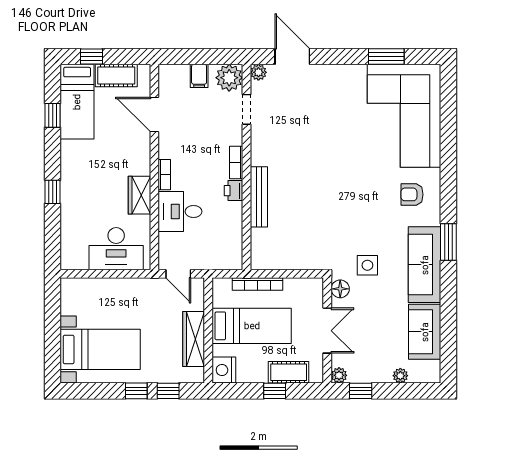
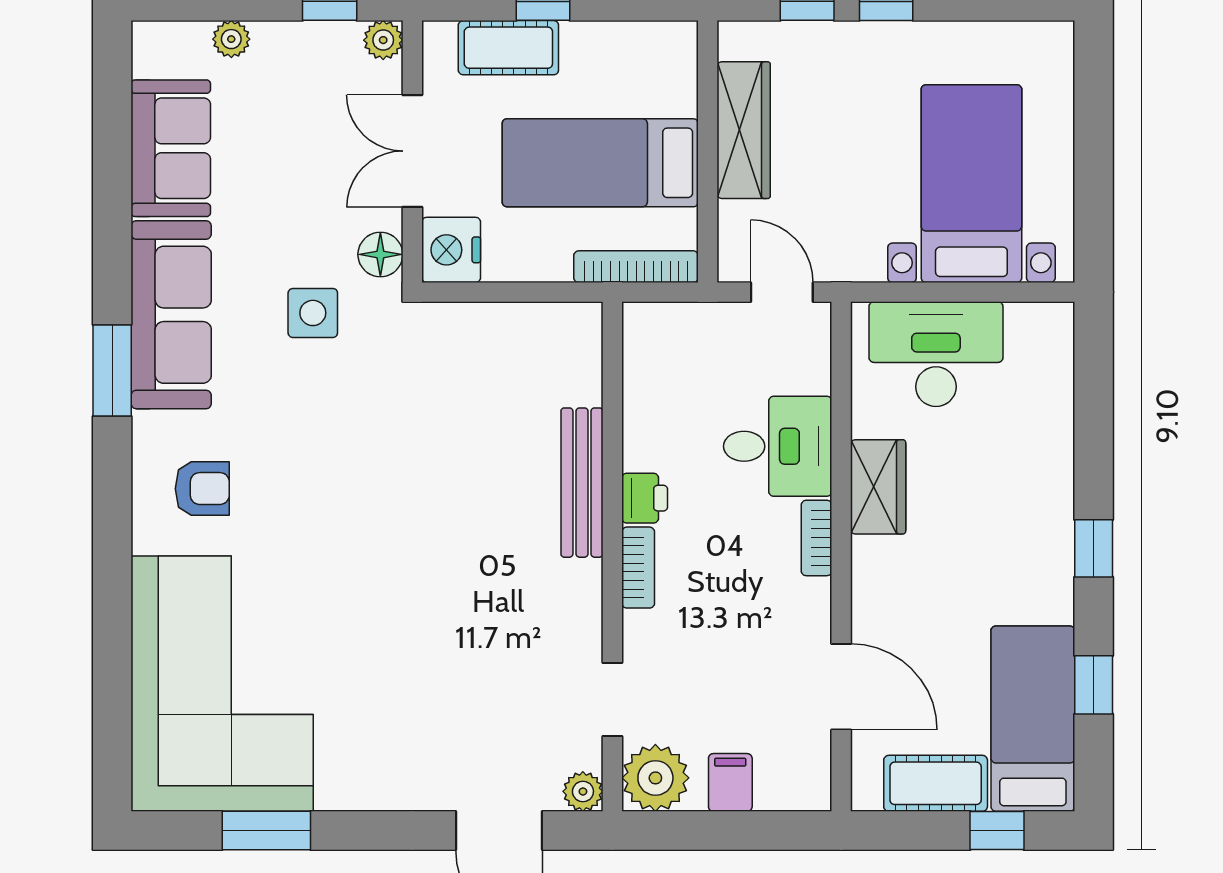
window: (53, 192) -> (1094, 548), moved
bookcase: (258, 284) -> (636, 267), moved
bed with nightstands: (100, 349) -> (971, 184), moved, turned 90
nightstand: (224, 370) -> (451, 250), moved, turned 180

